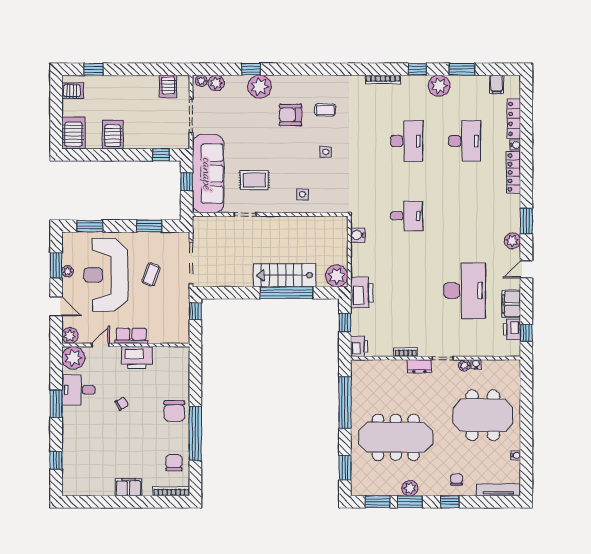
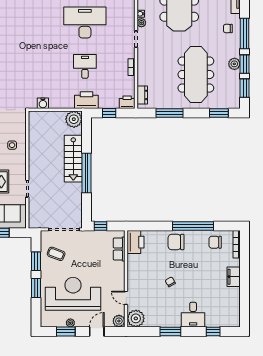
desk: (407, 216) -> (85, 66), moved
window: (90, 226) -> (36, 288), moved
coffee table: (151, 274) -> (56, 254), moved
reception desk: (106, 275) -> (73, 294), turned 180
window: (286, 293) -> (87, 173), moved
row of seats: (131, 336) -> (119, 249), moved
printer: (137, 357) -> (135, 242), moved
dresser: (419, 366) -> (142, 95), moved
desk: (78, 390) -> (193, 315), moved
window: (345, 403) -> (170, 113), width x0.68
chair: (174, 411) -> (176, 242), turned 180
window: (450, 502) -> (245, 33), width x2.17

